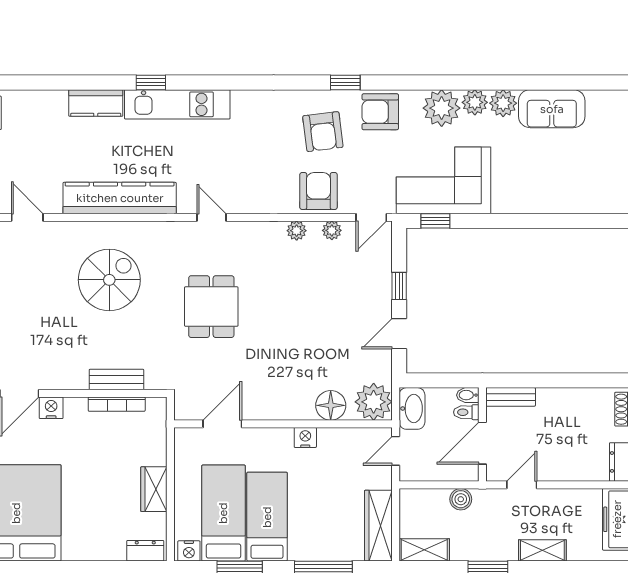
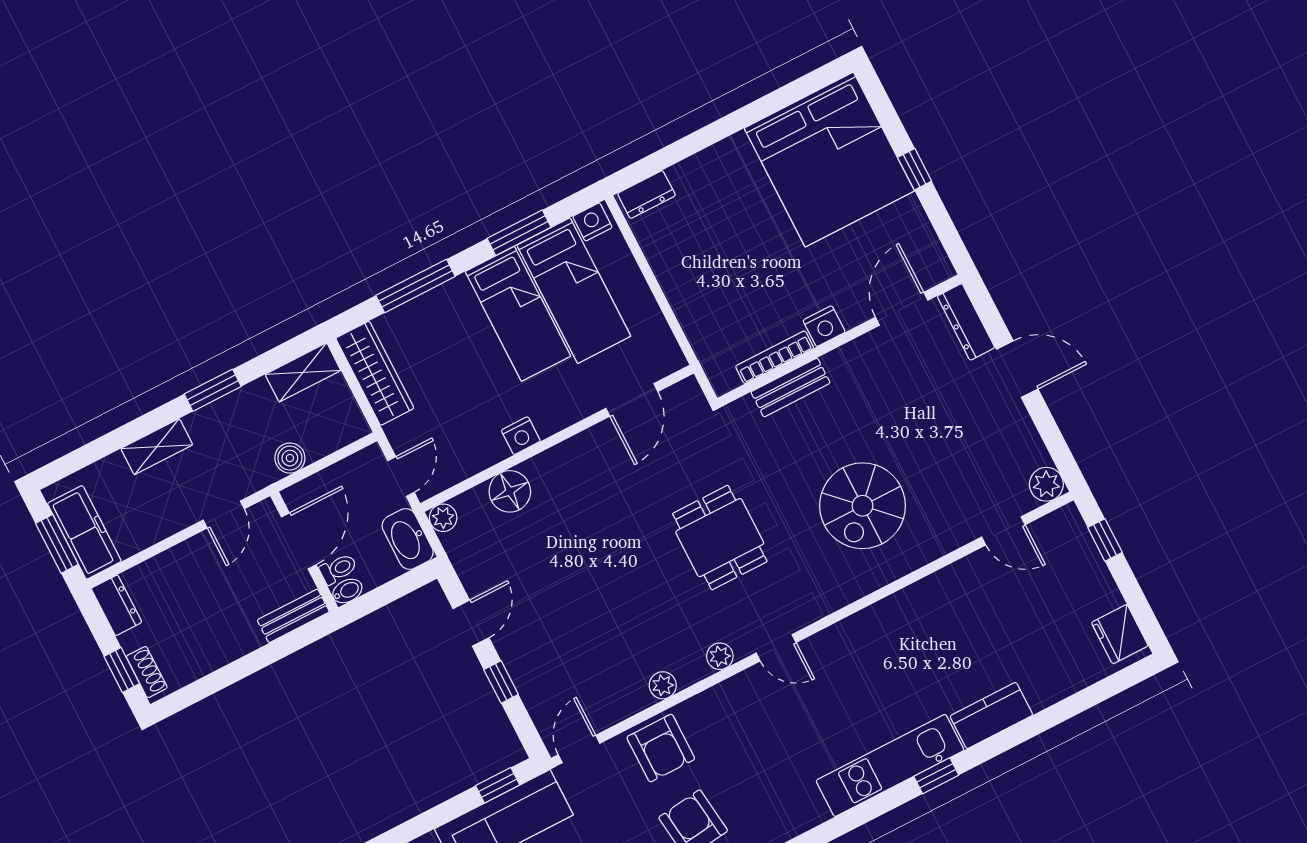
kitchen counter: (120, 198) -> (902, 613), removed
plant: (332, 230) -> (720, 656), moved
plant: (374, 402) -> (443, 518), width x0.53, depth x0.53
nightstand: (51, 408) -> (824, 326), moved
wardrobe: (154, 489) -> (675, 276), removed

